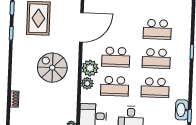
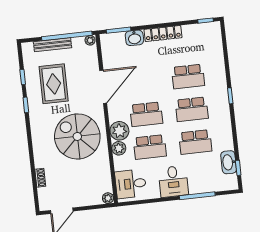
spiral stairs: (52, 68) -> (77, 136), width x1.37, depth x1.37

